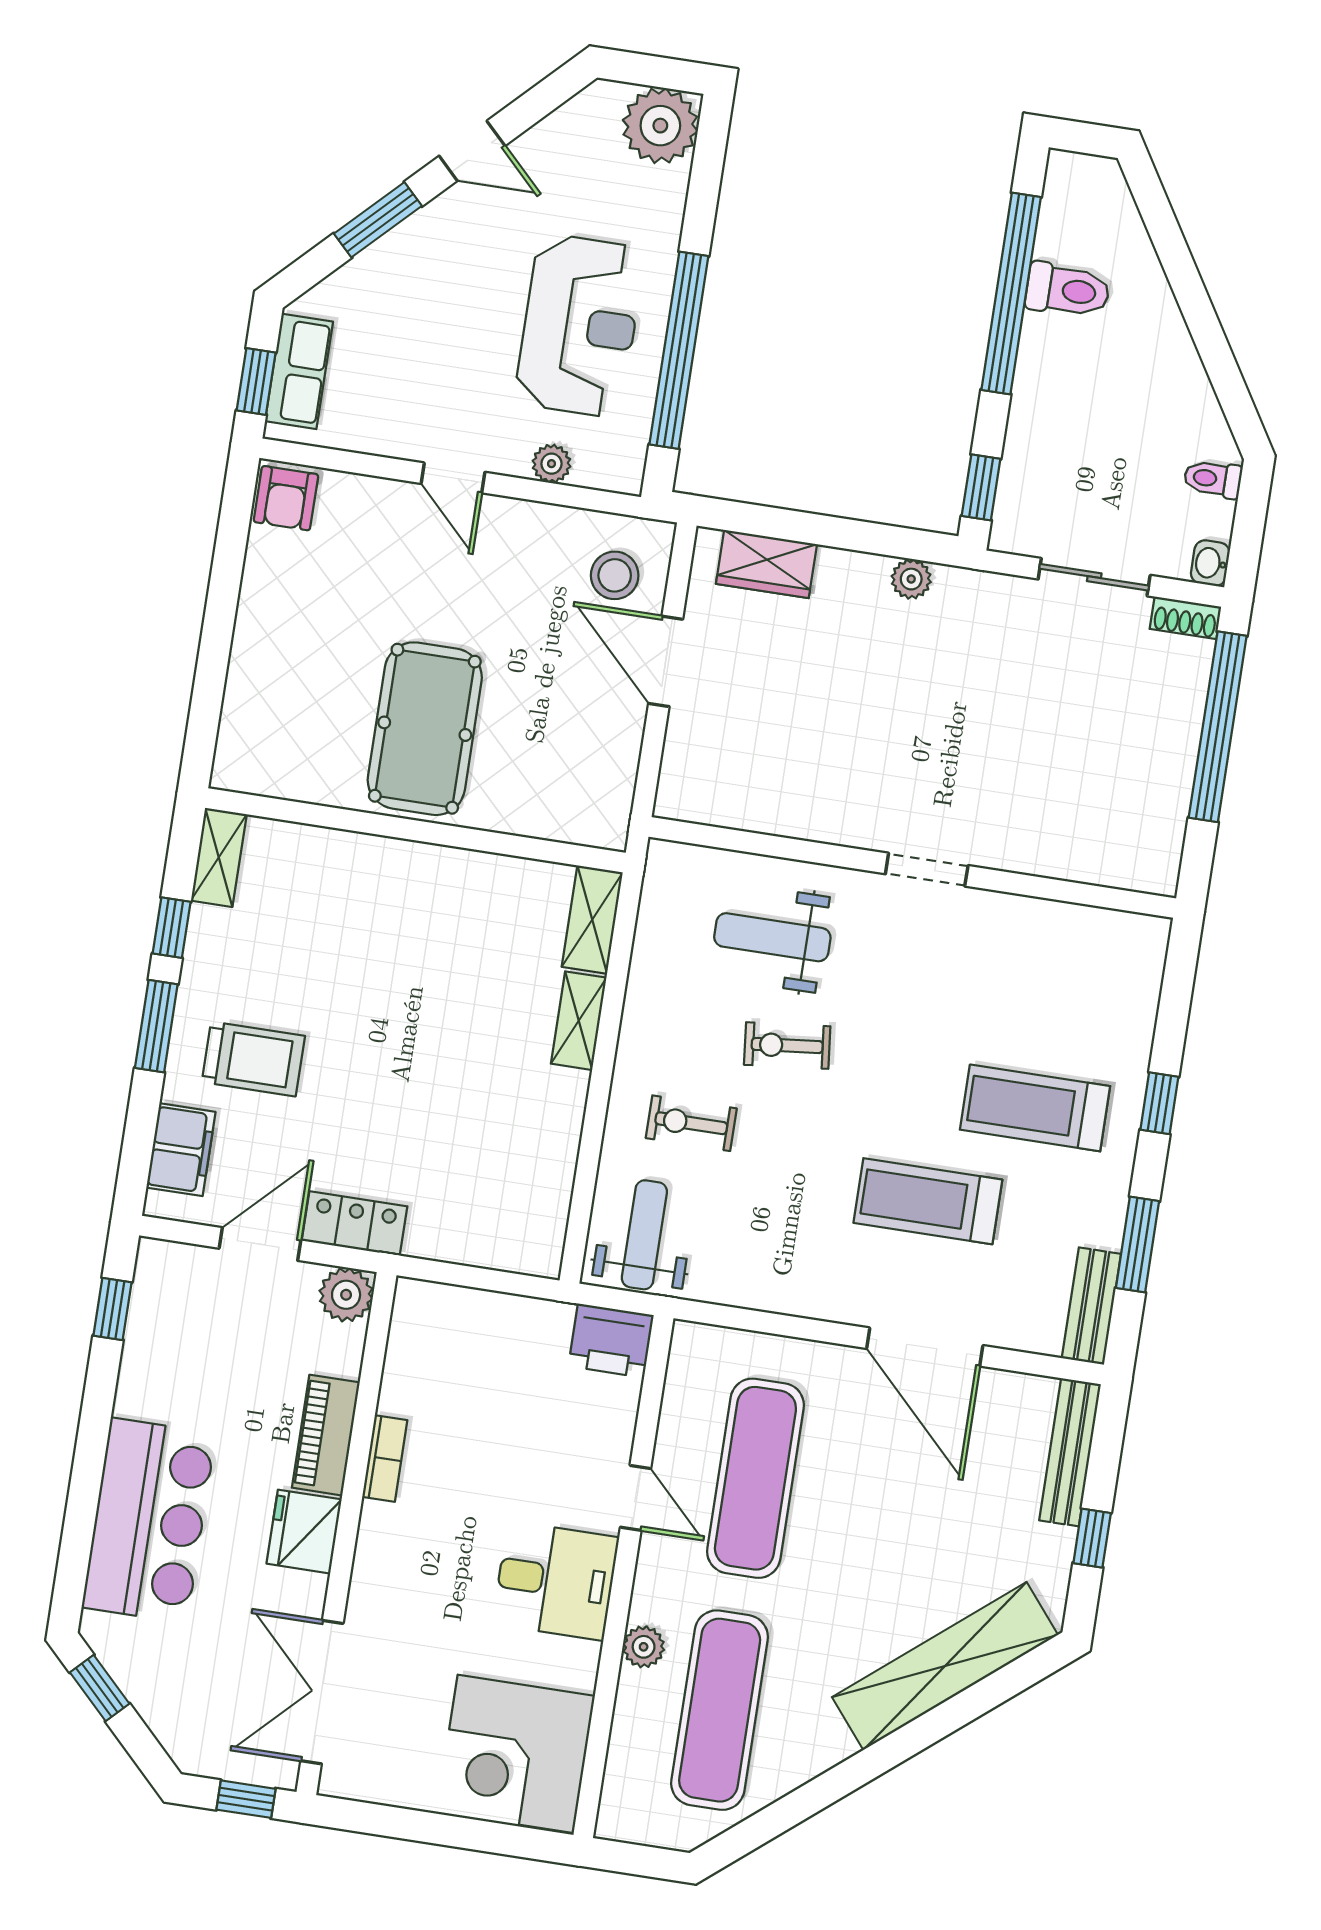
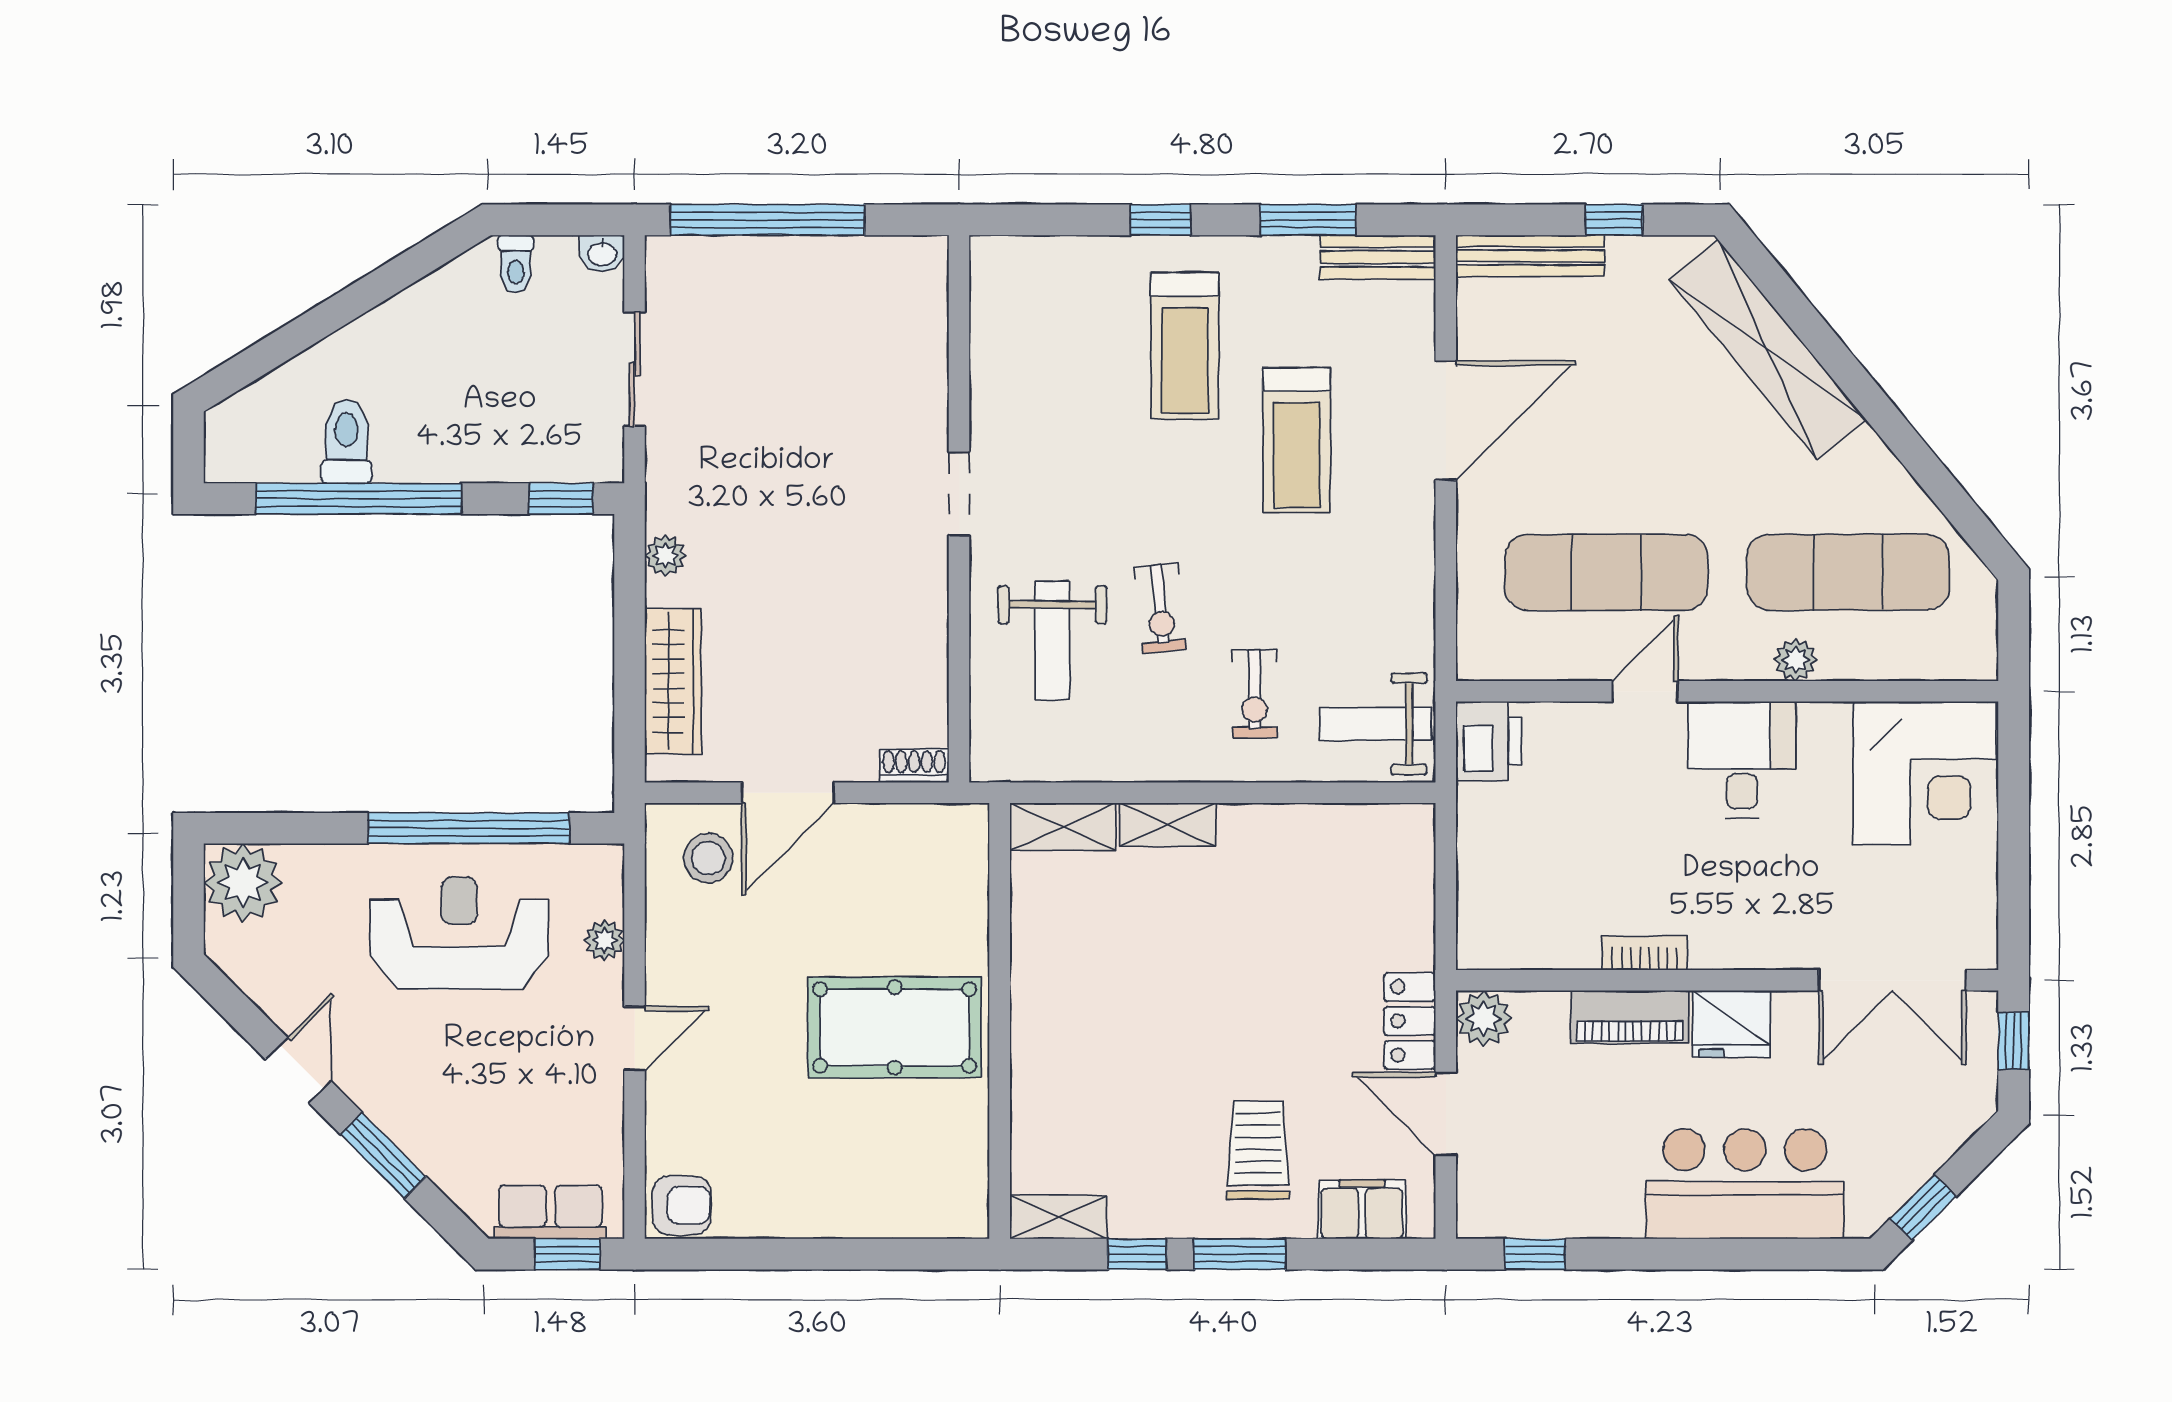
wardrobe: (766, 564) -> (673, 681), width x1.50
shoe rack: (1185, 618) -> (914, 766), moved, turned -90

